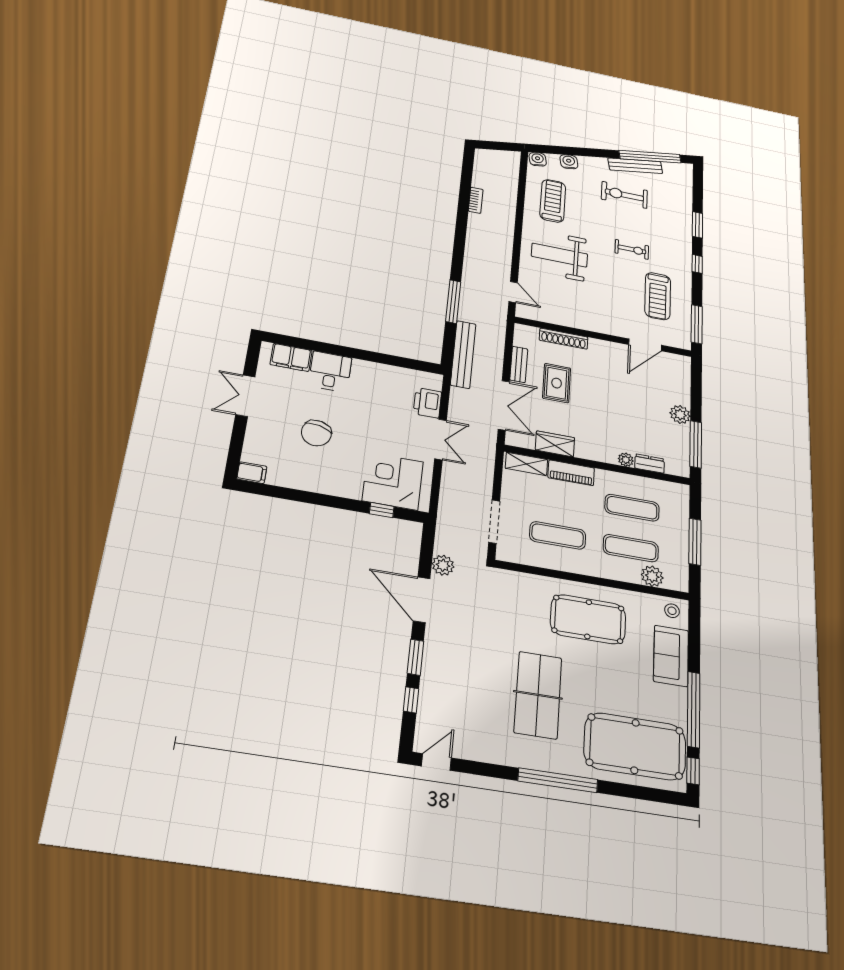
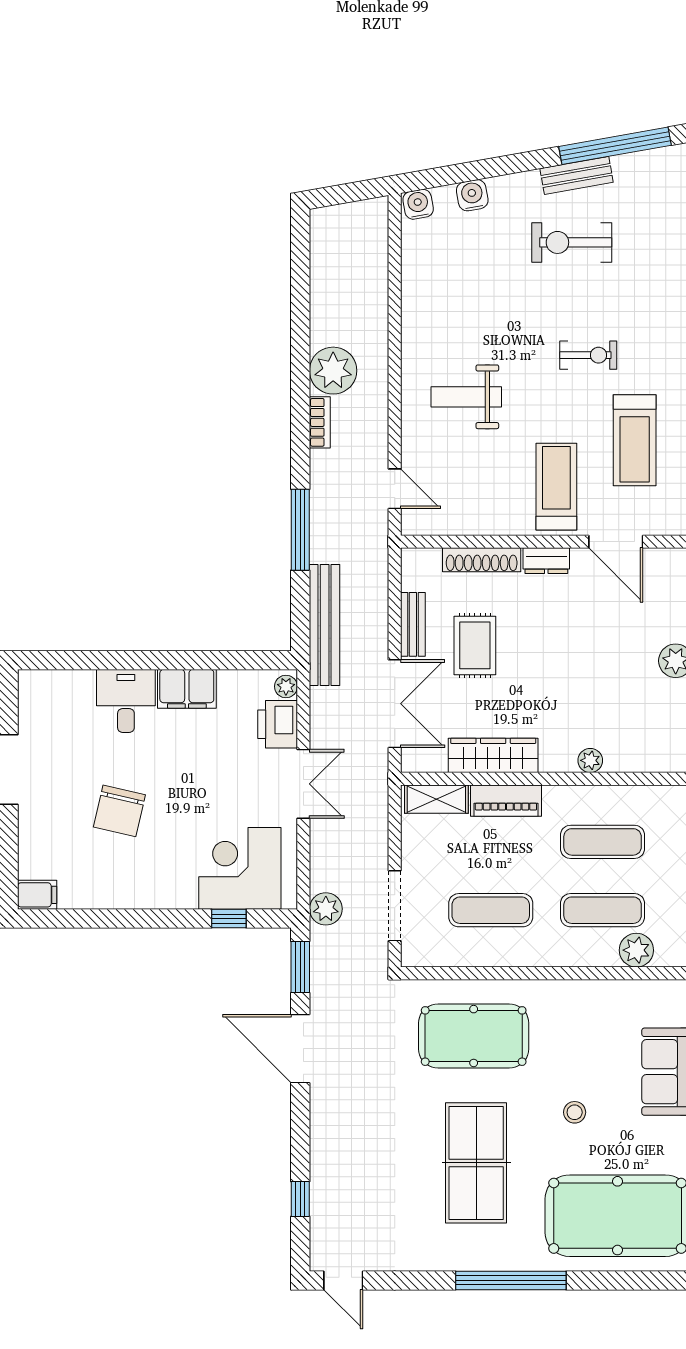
bench: (635, 166) -> (577, 175), width x0.73
bookcase: (476, 200) -> (320, 422), moved
treadmill: (553, 201) -> (556, 487), moved
plant: (481, 227) -> (333, 371), added
weight bench: (559, 255) -> (466, 397), width x0.73, depth x0.75
door: (645, 345) -> (616, 542), hinge flipped
filing cabinet: (291, 357) -> (187, 689), moved
plant: (435, 383) -> (286, 686), added
wardrobe: (555, 444) -> (493, 755), width x1.50
dresser: (650, 464) -> (546, 561), moved, turned 180
plant: (443, 565) -> (326, 909), moved
stool: (672, 611) -> (575, 1112), moved
pool table: (588, 619) -> (474, 1036), moved
window: (415, 657) -> (300, 967), moved
door: (436, 762) -> (343, 1280), swing flipped

